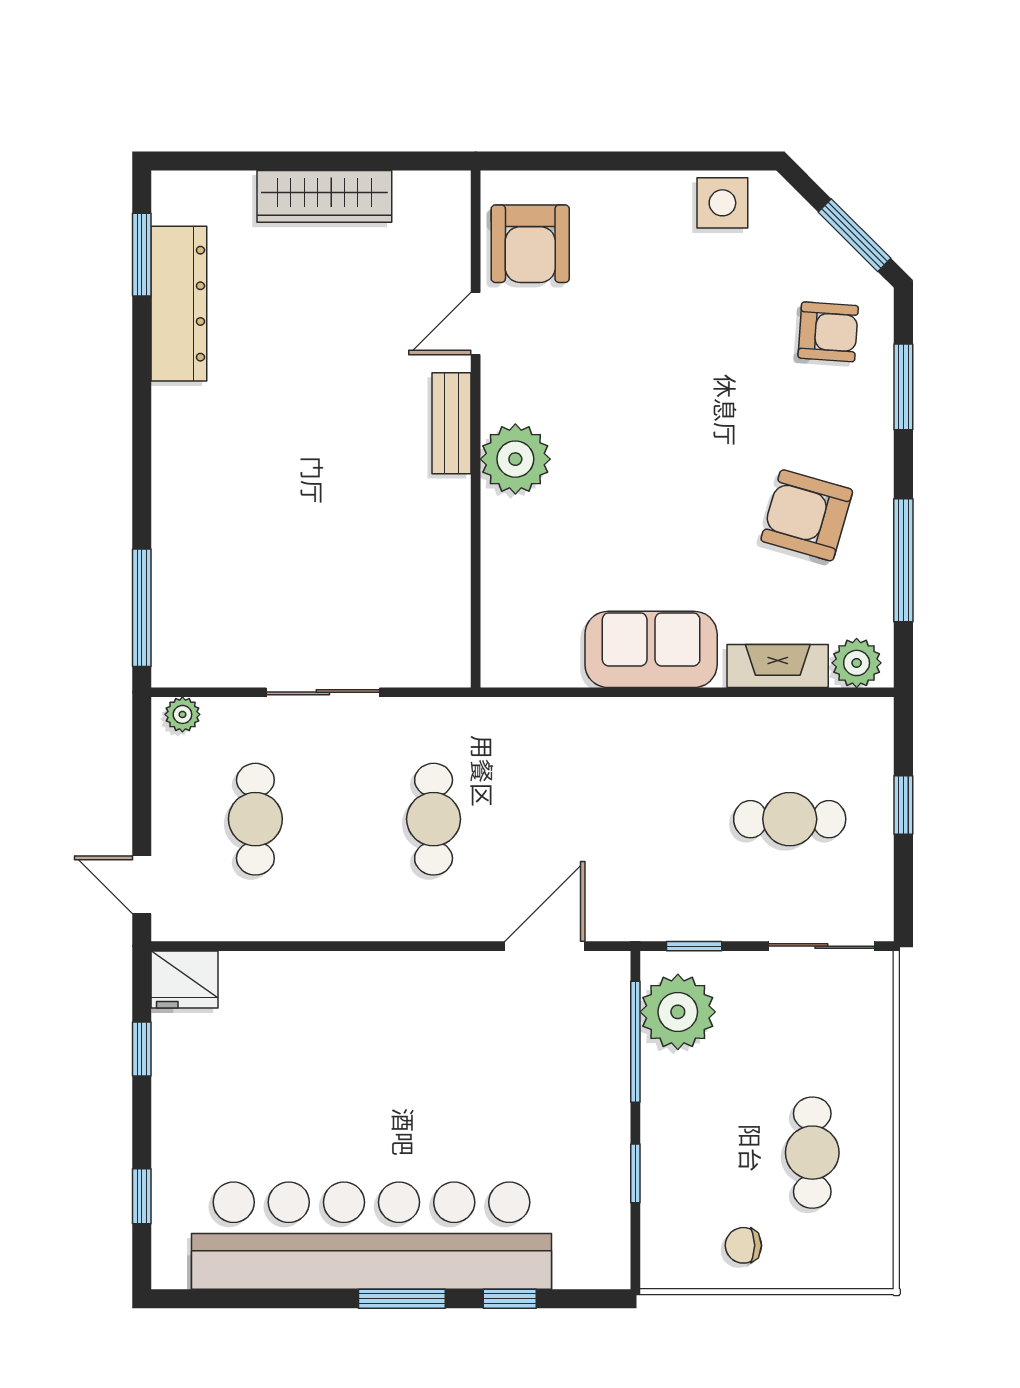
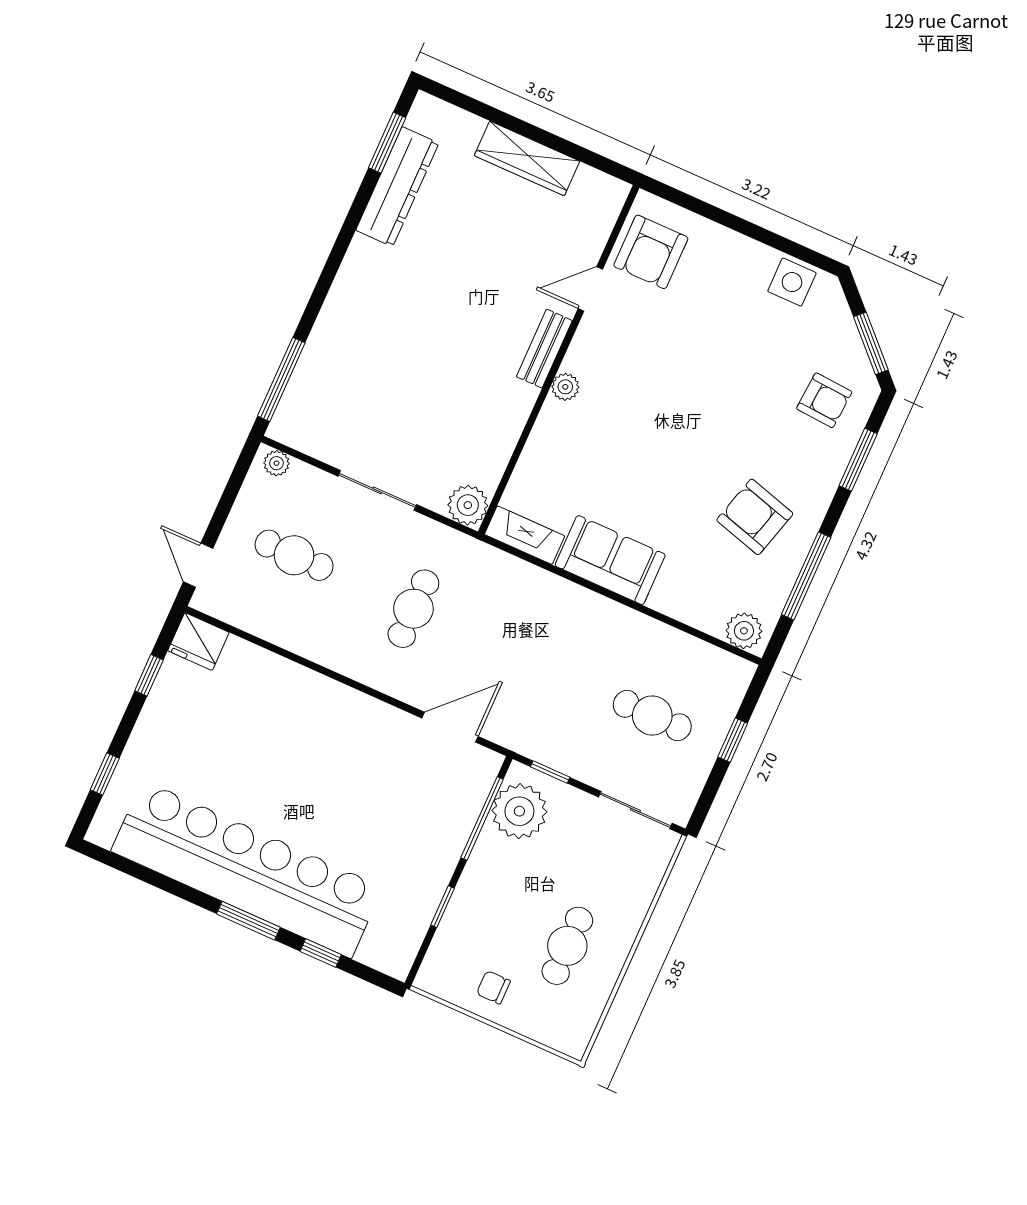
plant: (515, 459) -> (565, 387), width x0.53, depth x0.53
plant: (444, 660) -> (468, 505), added
fireplace: (778, 666) -> (525, 535), moved
cafe table: (255, 819) -> (294, 555), turned 90

